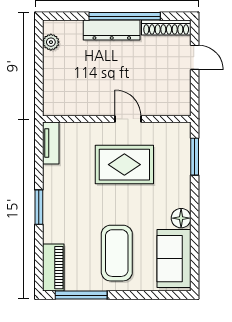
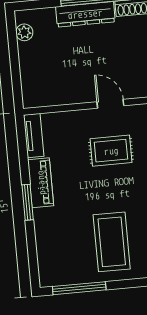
rug: (124, 165) -> (111, 151), width x0.73, depth x0.70
piano: (53, 268) -> (41, 183), moved

